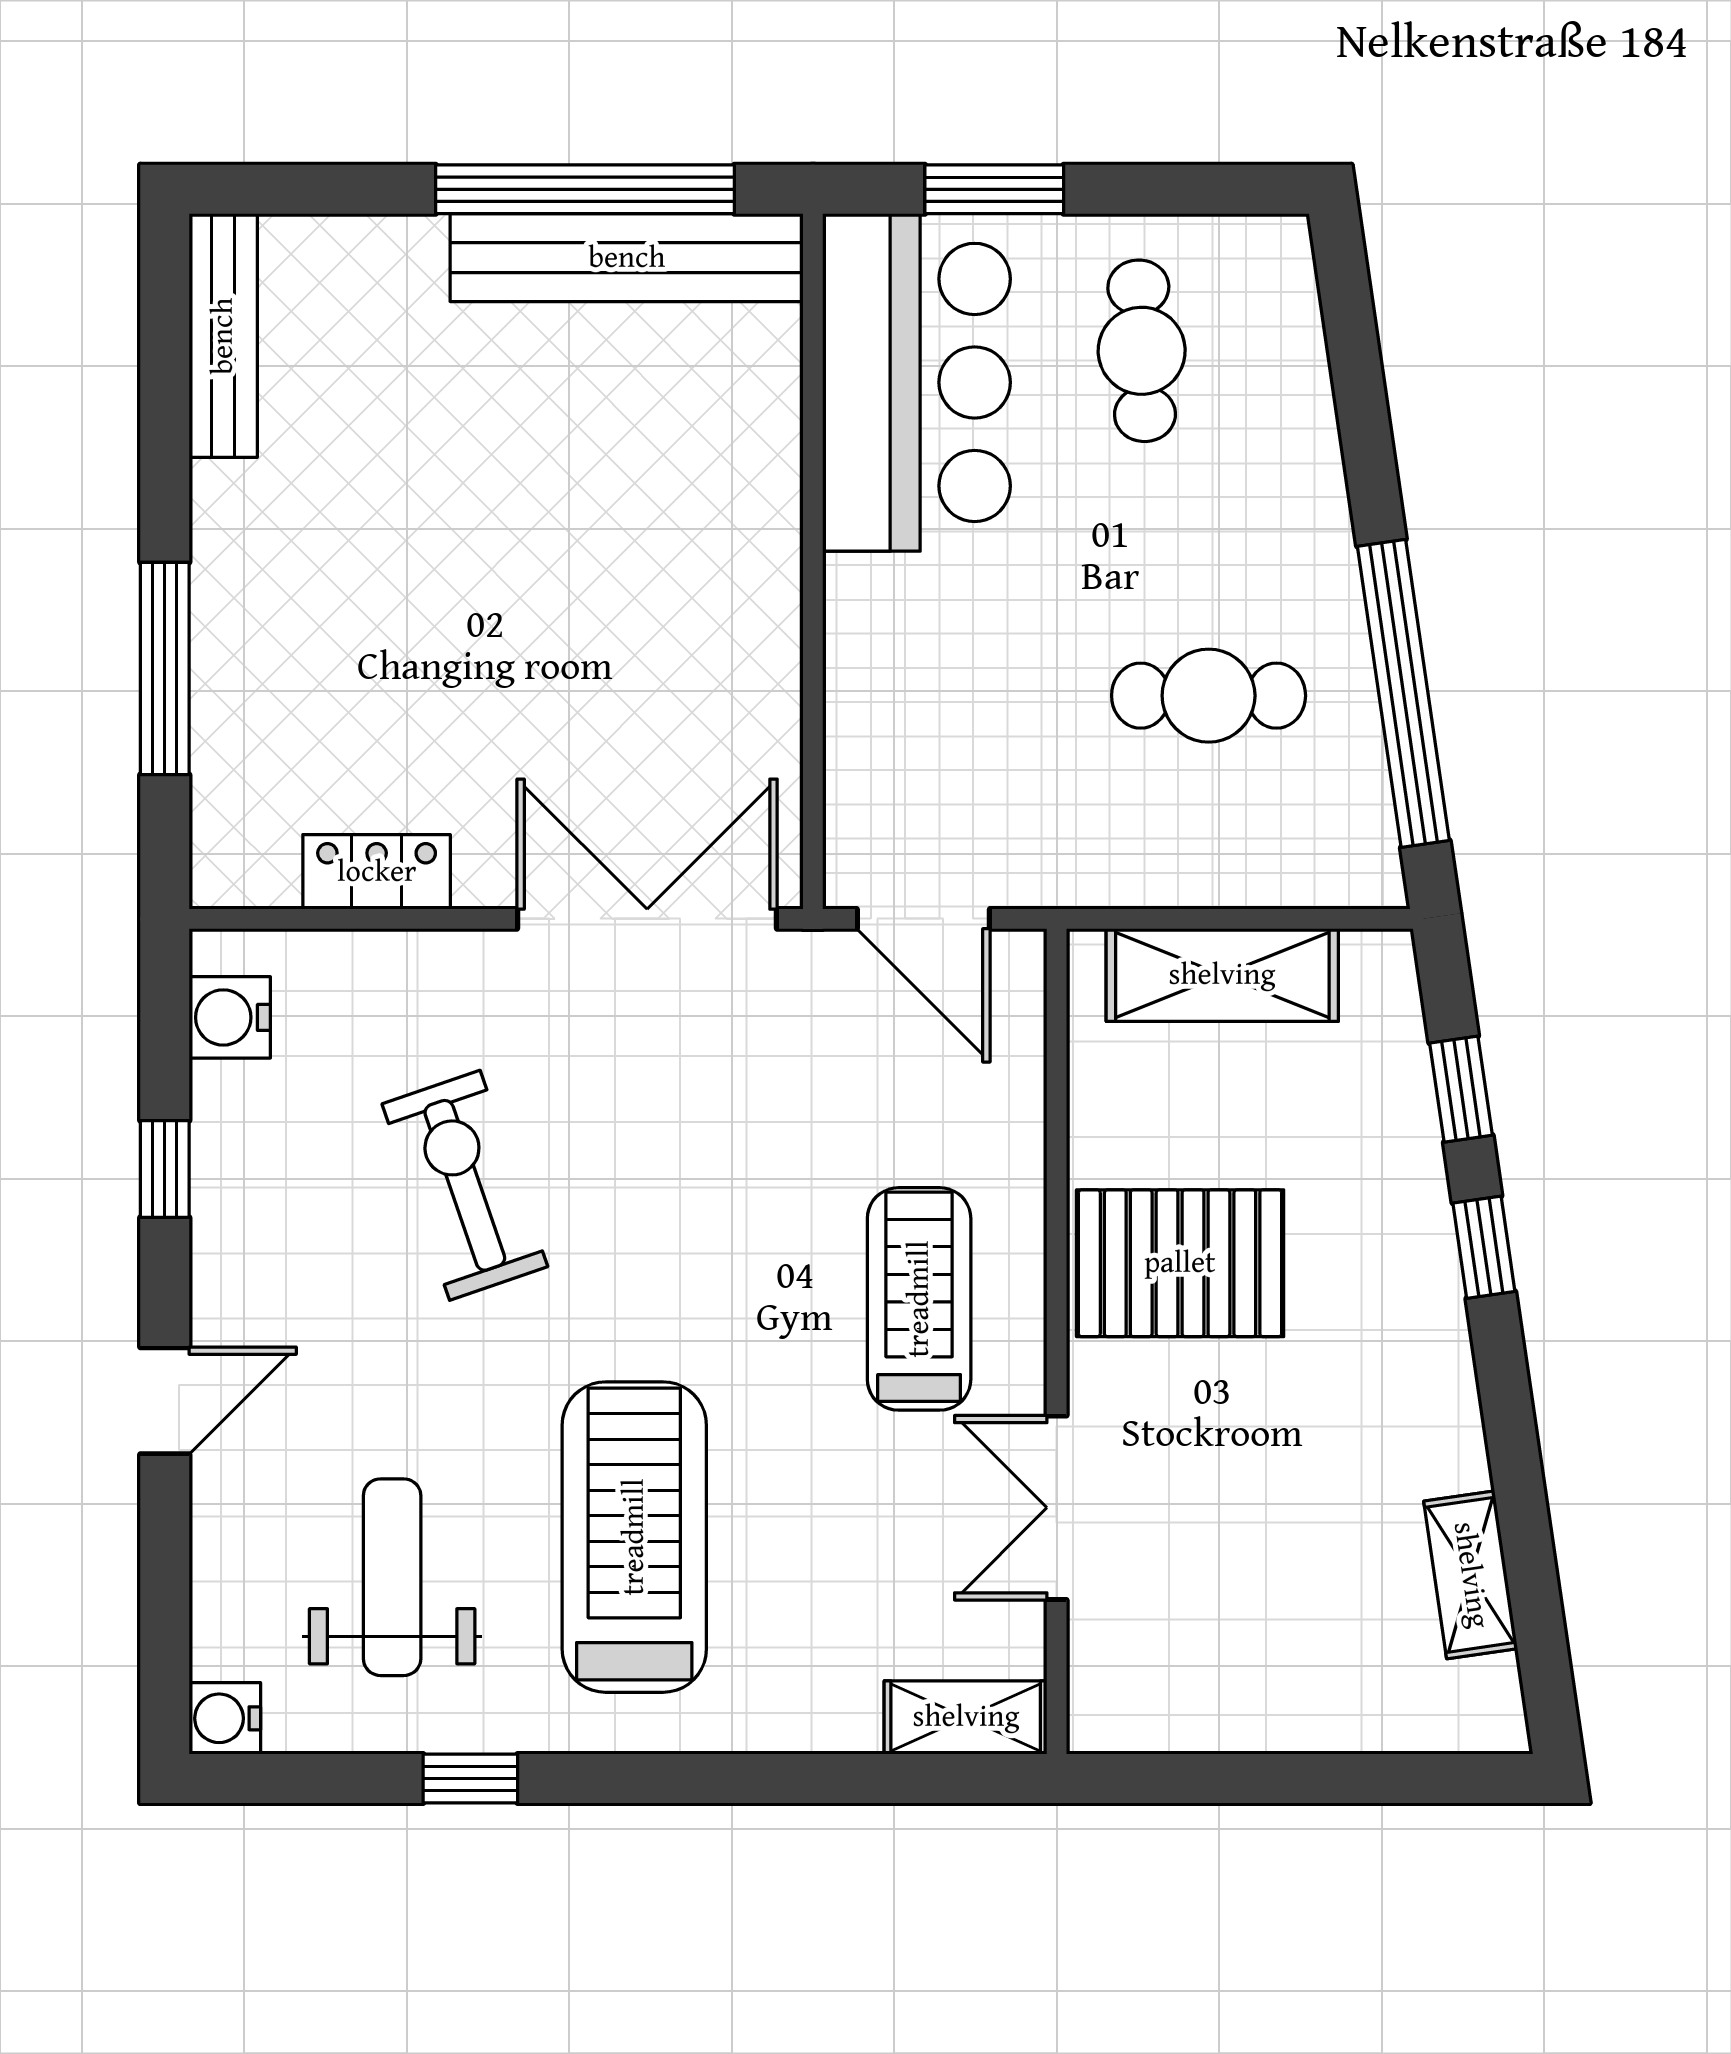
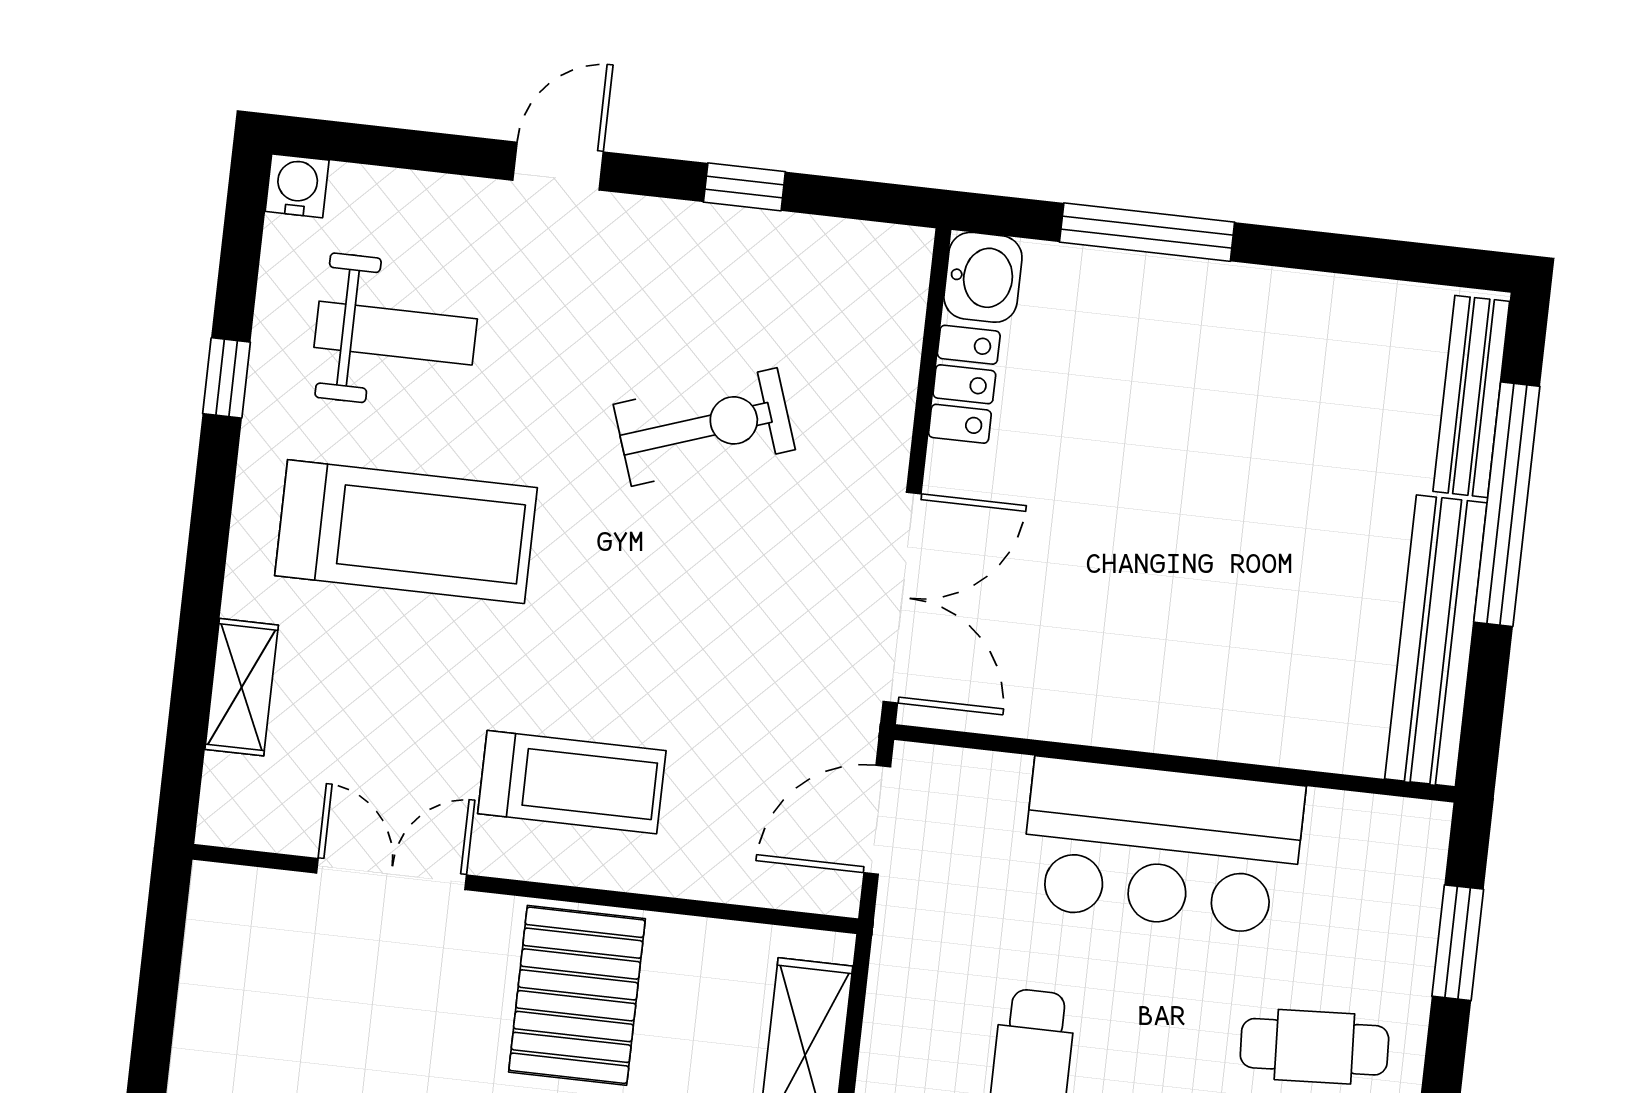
window: (585, 189) -> (1507, 504), moved
bench: (223, 336) -> (1471, 396), moved, turned 90
bar counter: (916, 382) -> (1162, 846), moved
washbasin: (243, 864) -> (983, 277), added
water cooler: (230, 1017) -> (860, 253), removed
door: (165, 1401) -> (558, 166), swing flipped
shelving: (966, 1717) -> (242, 687), moved

